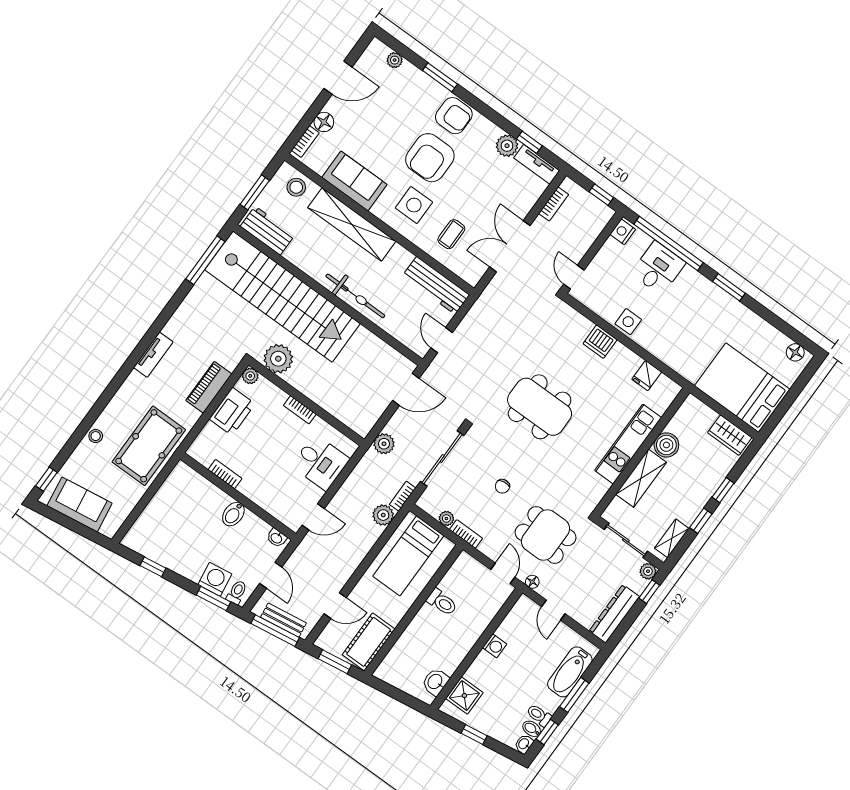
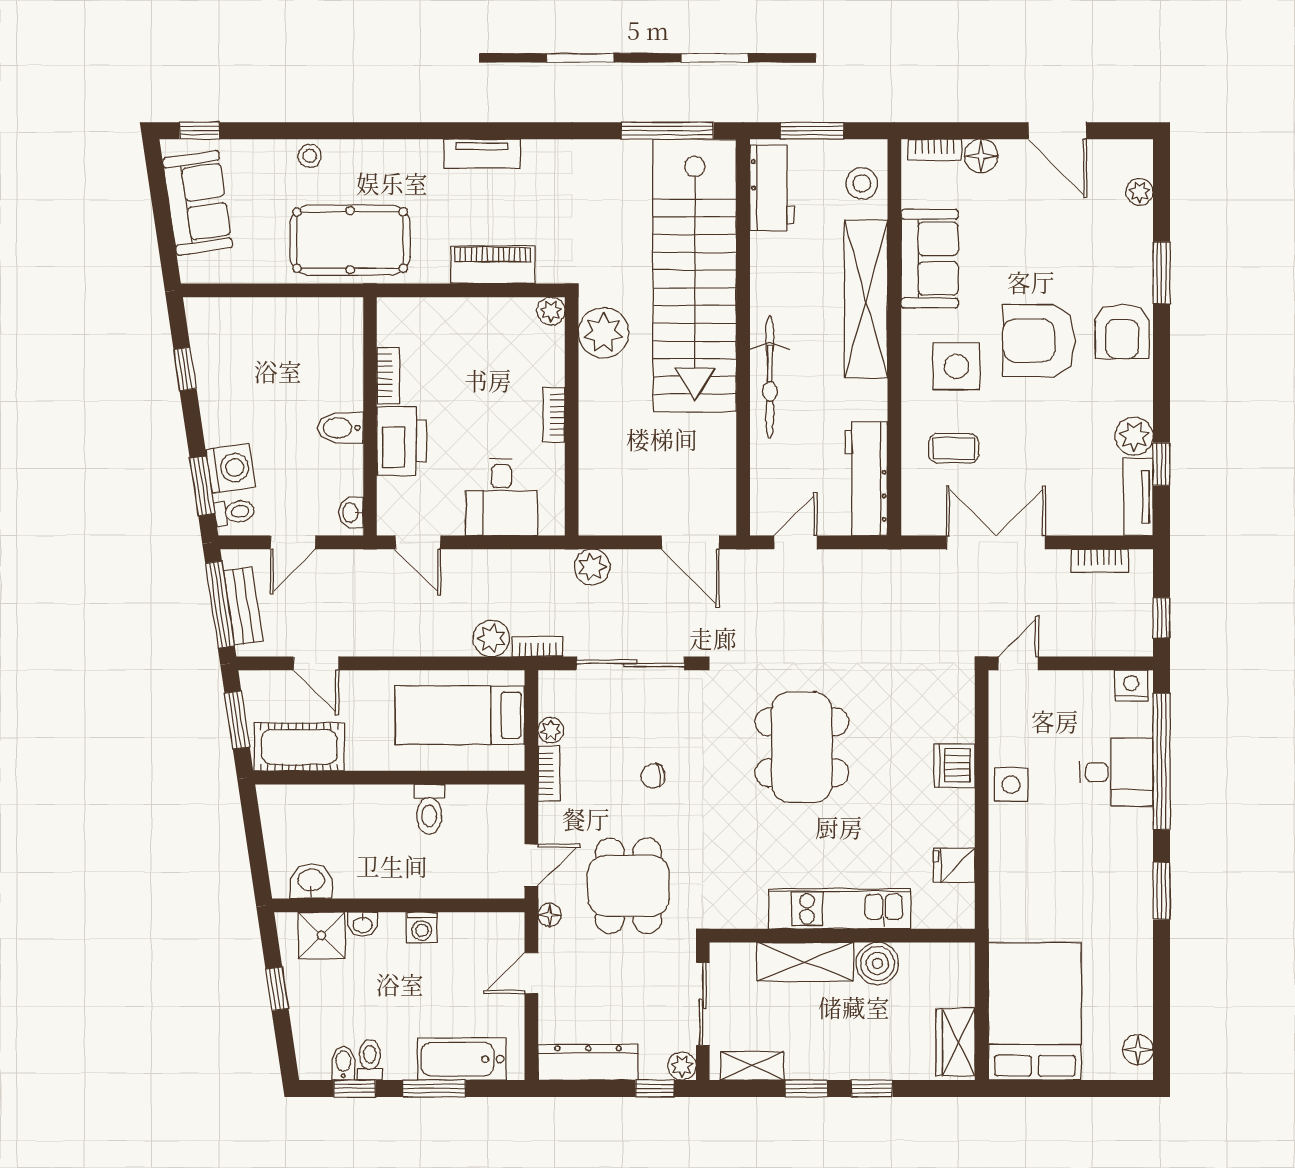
printer: (232, 411) -> (402, 441), moved, turned -90
washbasin: (524, 744) -> (362, 924), moved, turned 180

